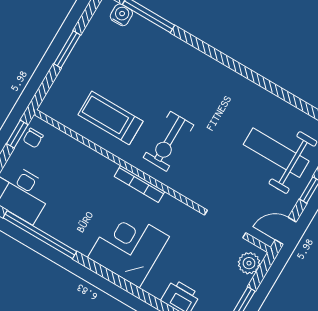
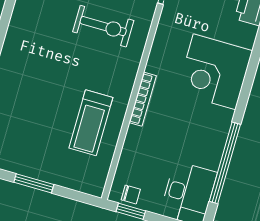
exercise bike: (168, 141) -> (103, 26), moved
bookcase: (139, 184) -> (143, 99), moved

